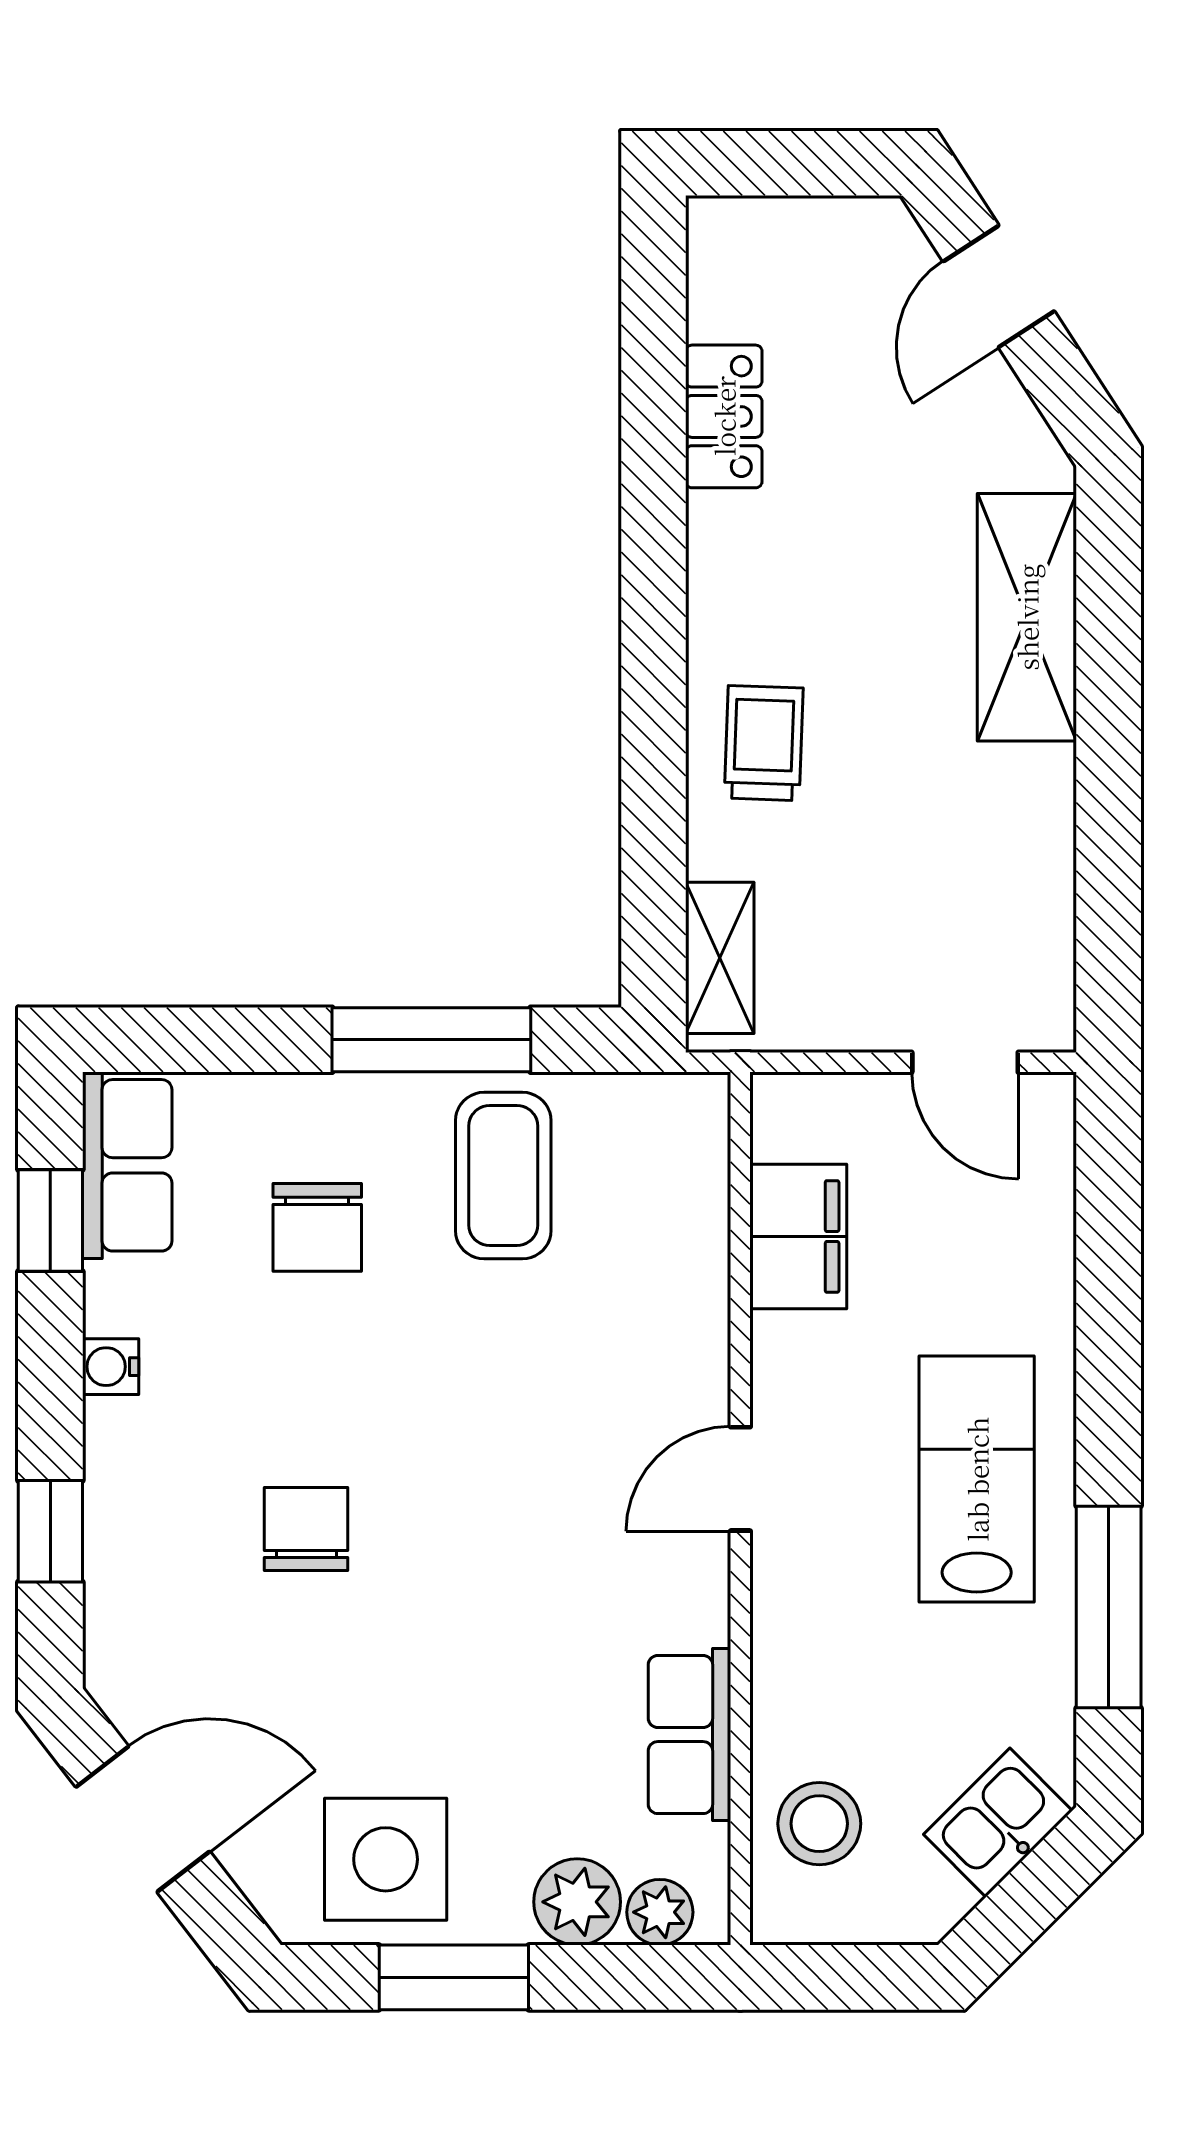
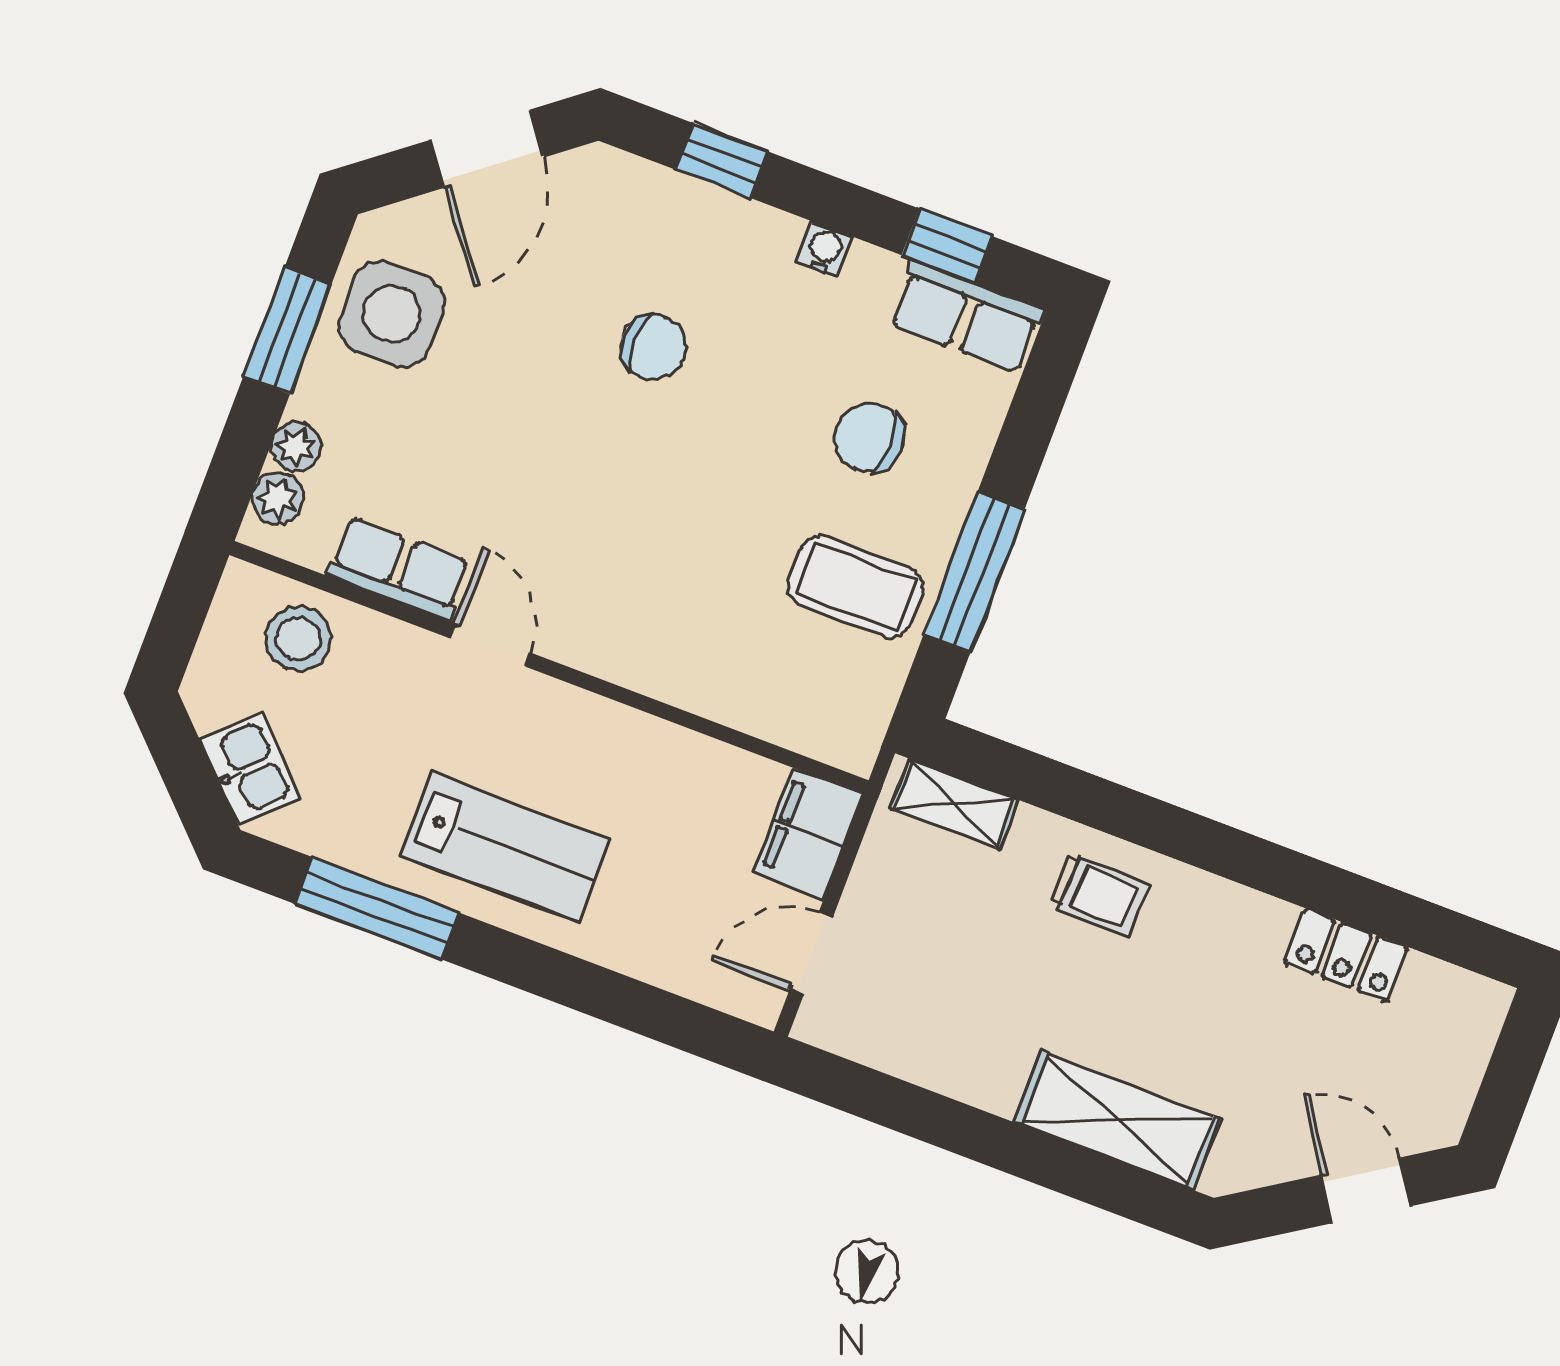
filing cabinet: (798, 1236) -> (808, 834), moved, turned 90
door: (740, 1479) -> (490, 645), moved
plant: (577, 1902) -> (296, 447), width x0.73, depth x0.73

